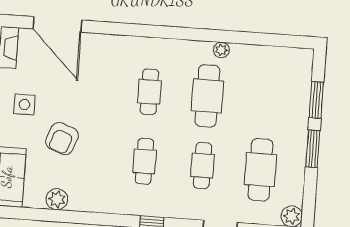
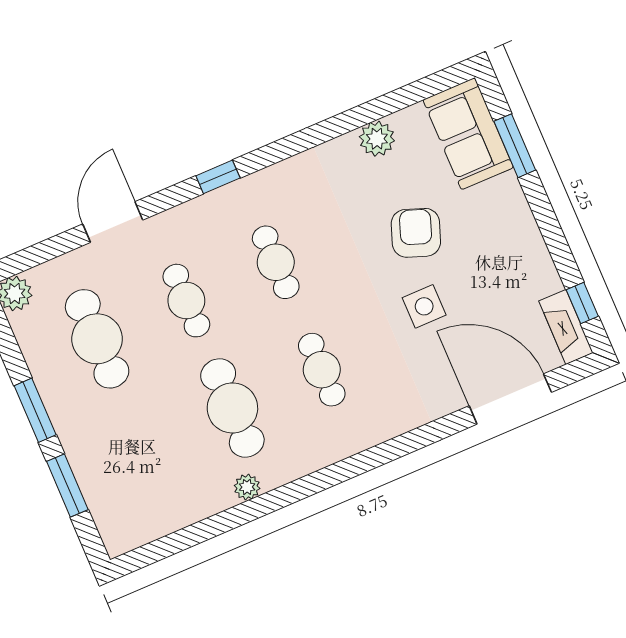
side table: (24, 105) -> (424, 306), moved

